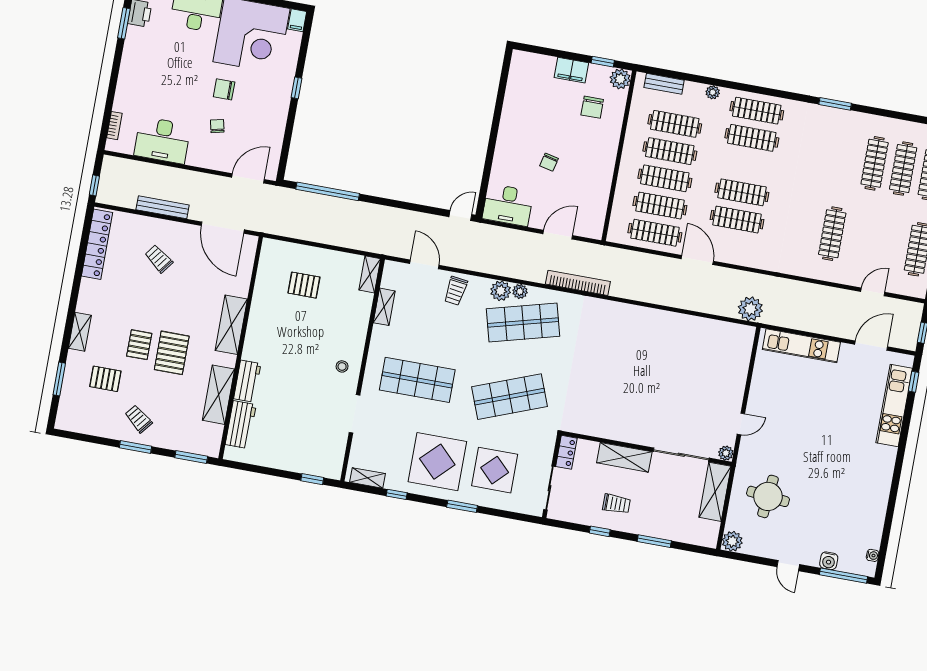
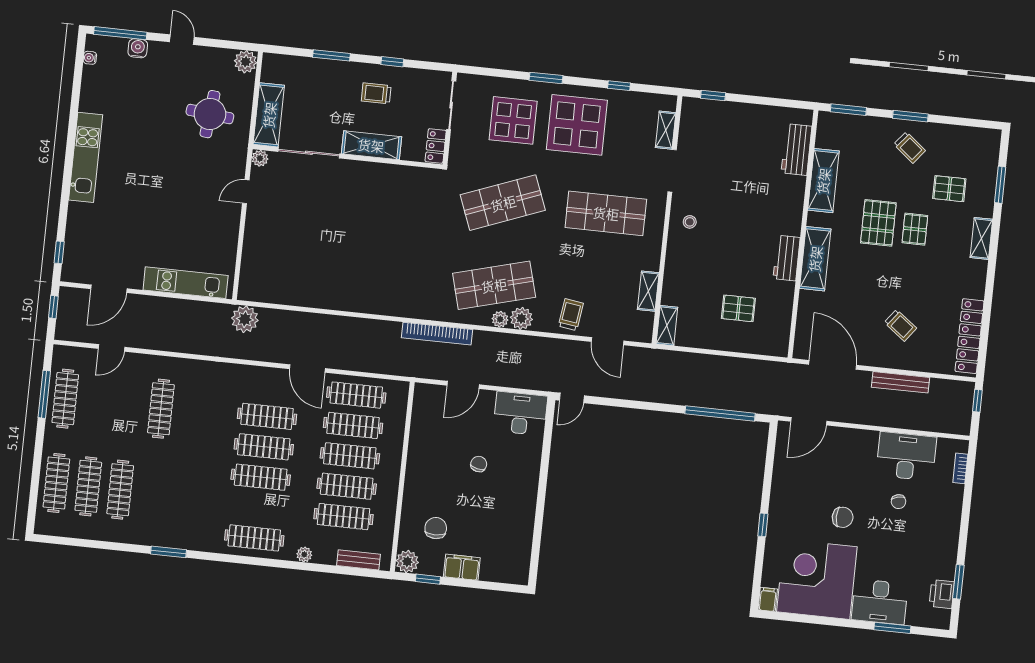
chair: (217, 126) -> (899, 502), moved
clothes rail: (752, 138) -> (261, 477), moved
workbench: (247, 381) -> (787, 258), moved
kitchen unit: (894, 406) -> (86, 157), moved
shelving: (367, 478) -> (666, 130), moved, turned 90

